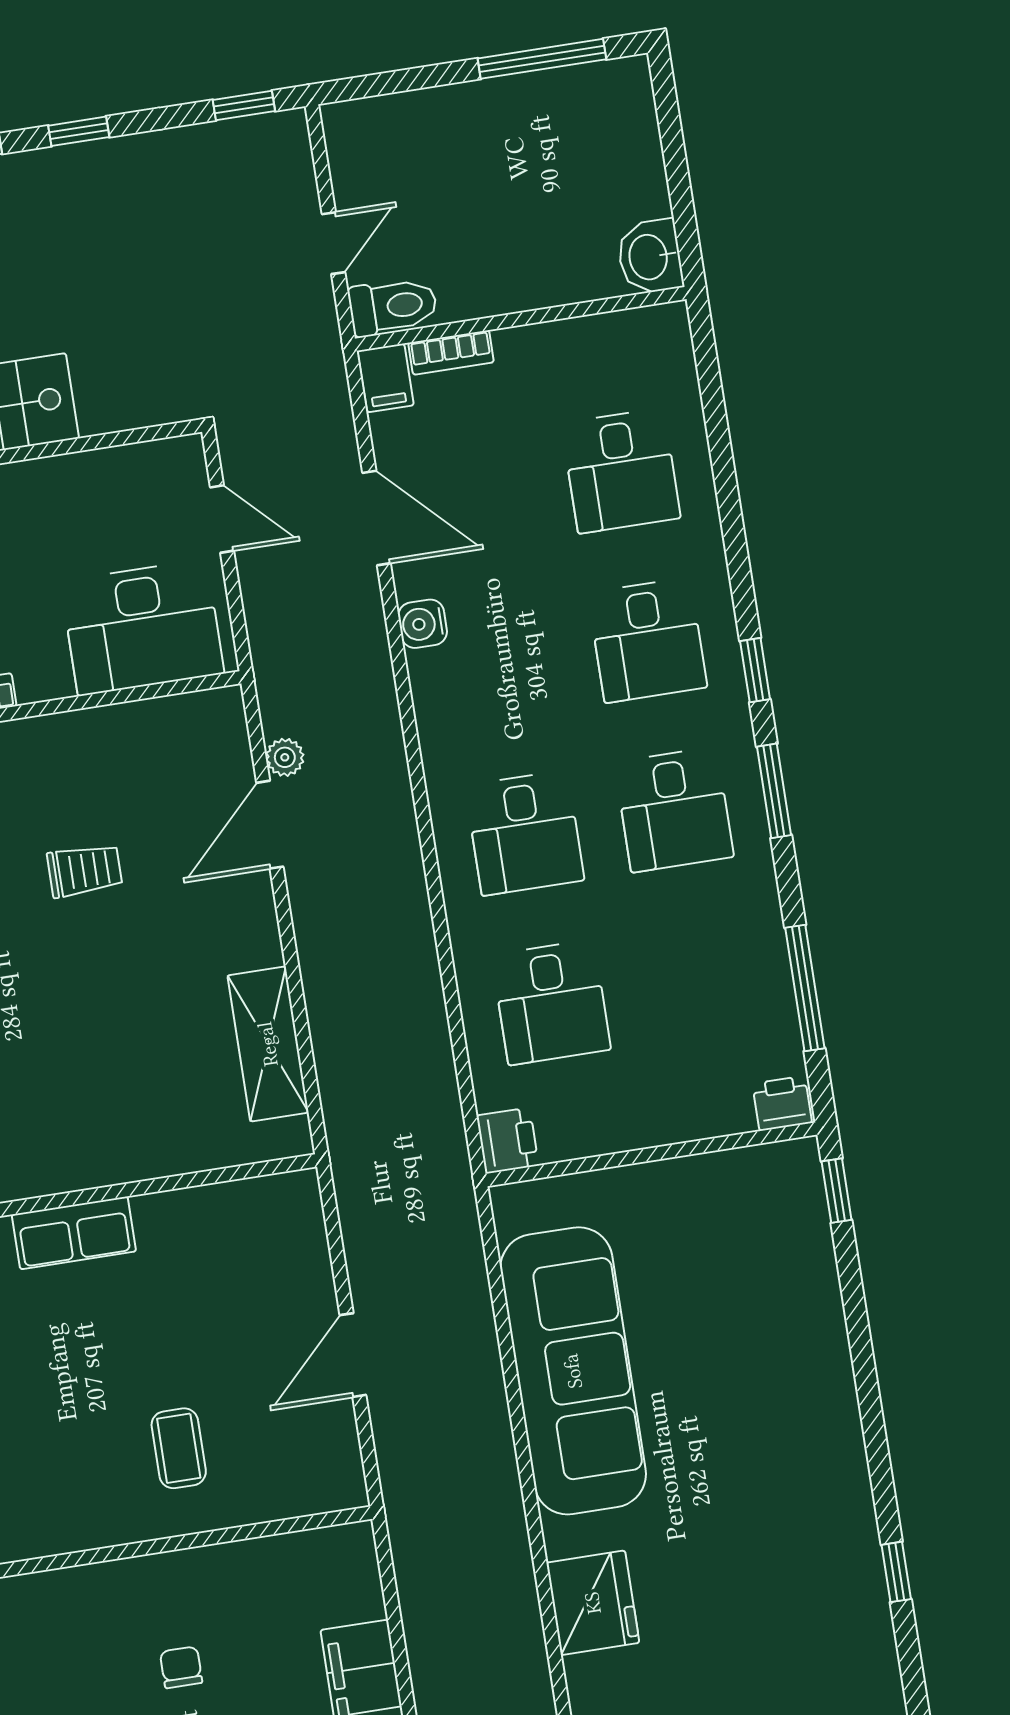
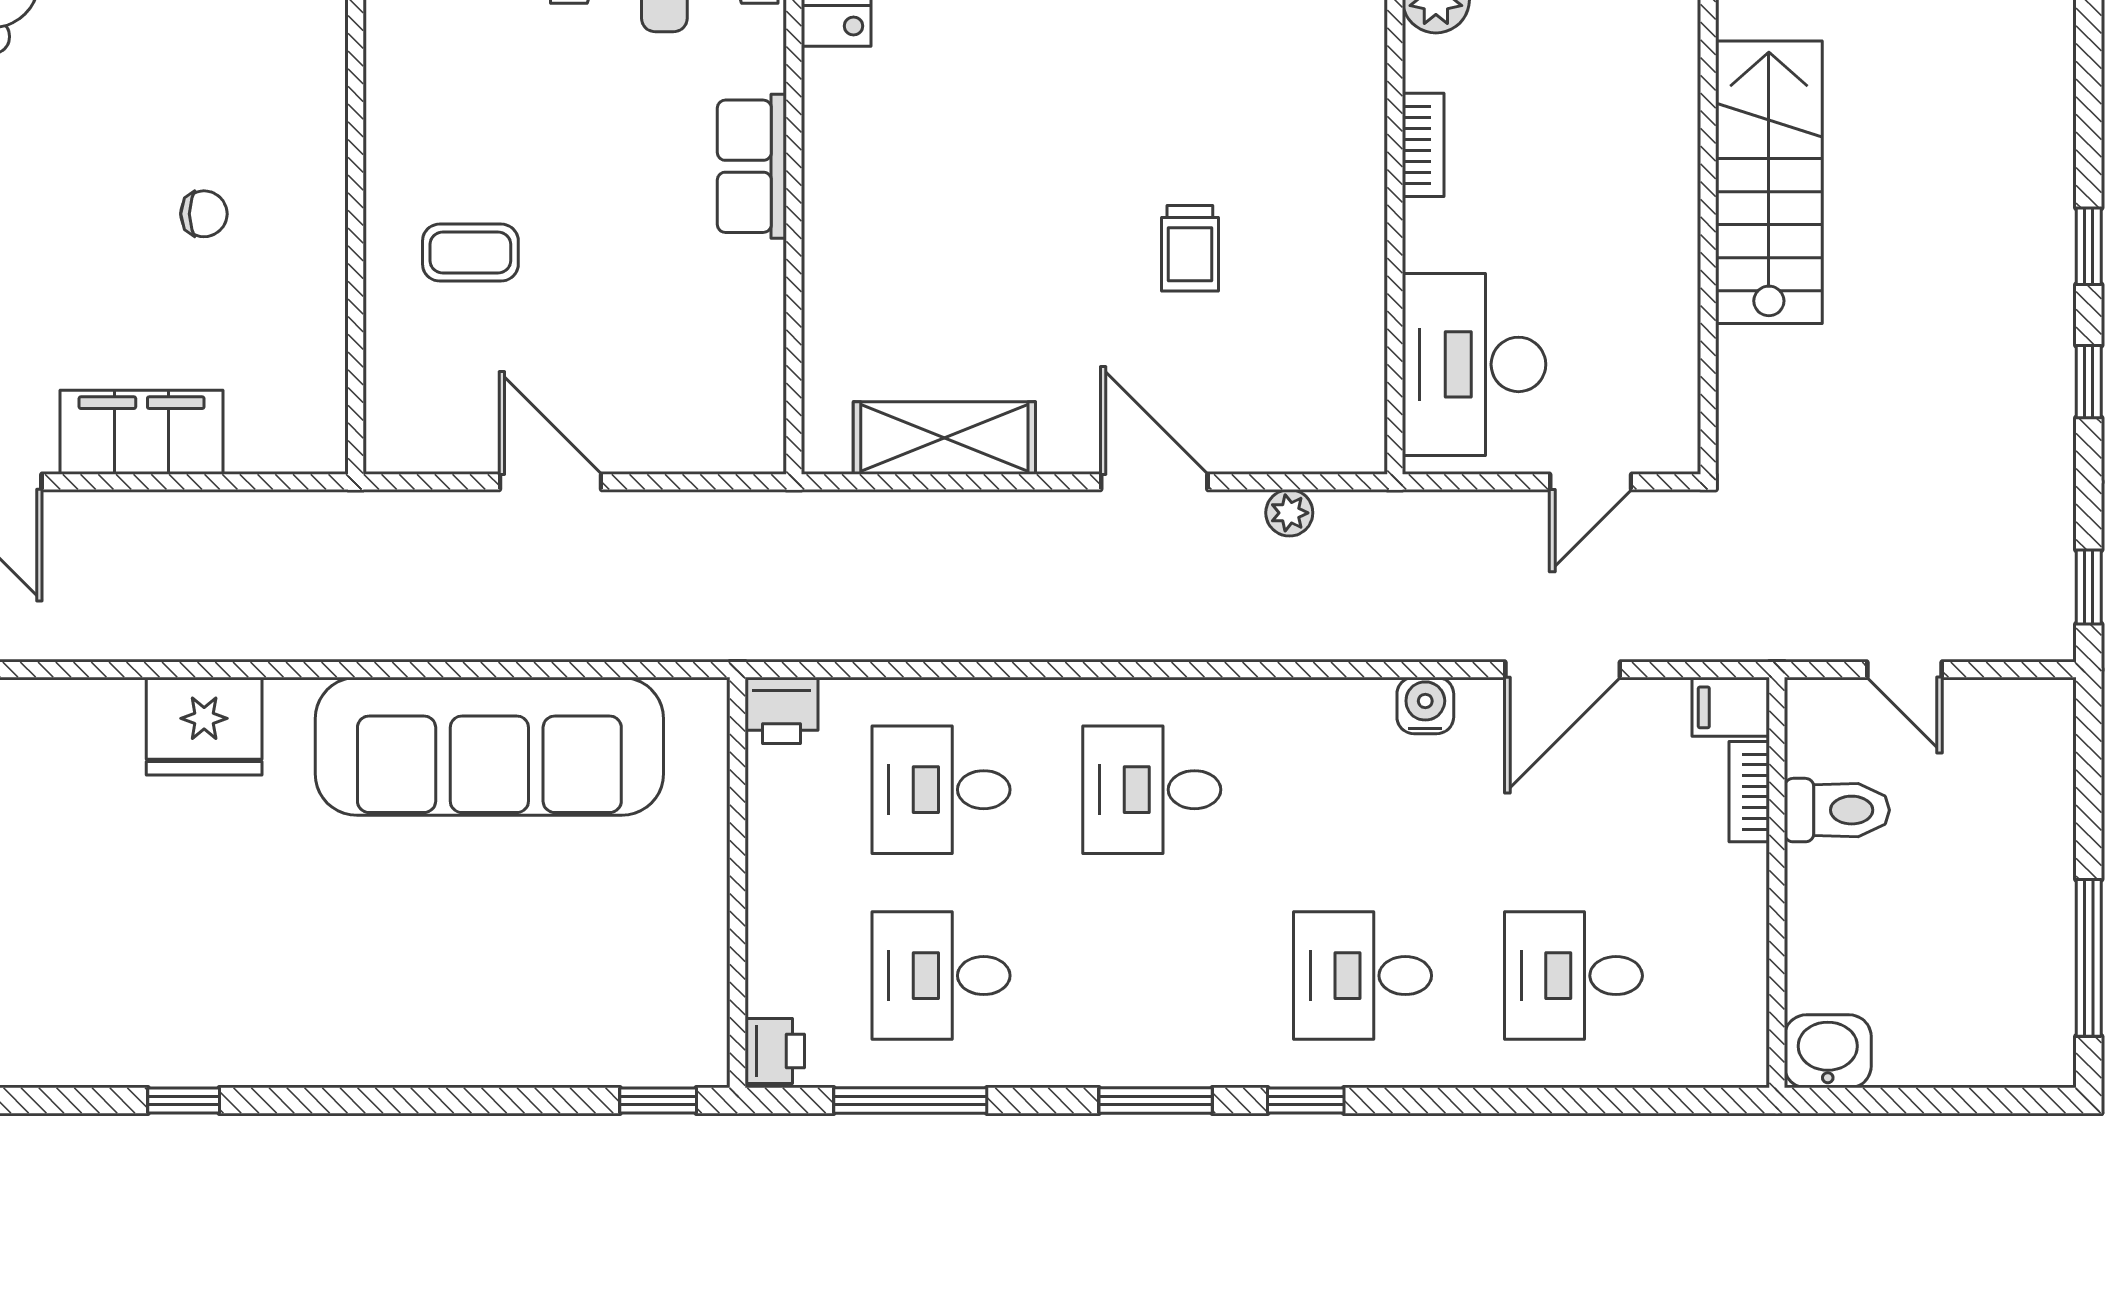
toilet: (393, 306) -> (1837, 810), moved, turned -90
desk: (674, 810) -> (941, 976), moved
door: (270, 825) -> (1154, 482), moved

